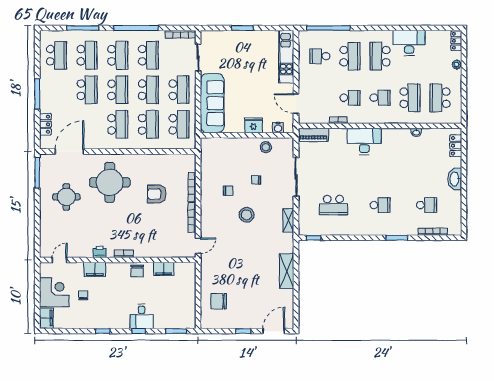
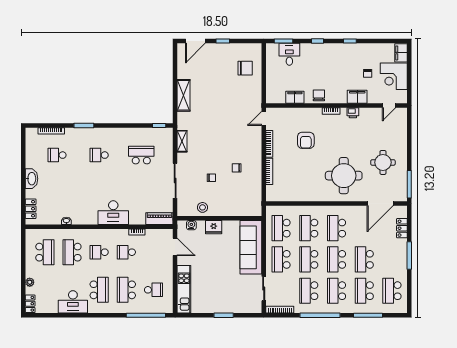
armchair: (157, 194) -> (306, 140), moved, turned 90
stool: (247, 215) -> (220, 146), removed
desk: (142, 316) -> (289, 54), moved

